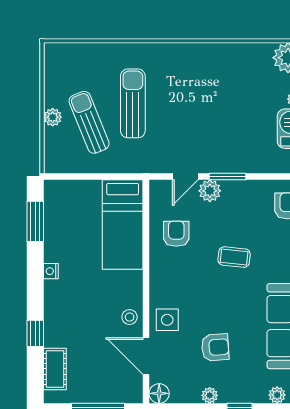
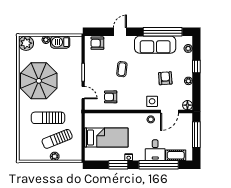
parasol: (210, 84) -> (39, 81), added
plant: (210, 191) -> (90, 81), removed
window: (35, 221) -> (118, 165), moved
bed: (123, 225) -> (106, 138), moved
desk: (65, 326) -> (155, 150), added
window: (35, 333) -> (159, 165), width x3.17

